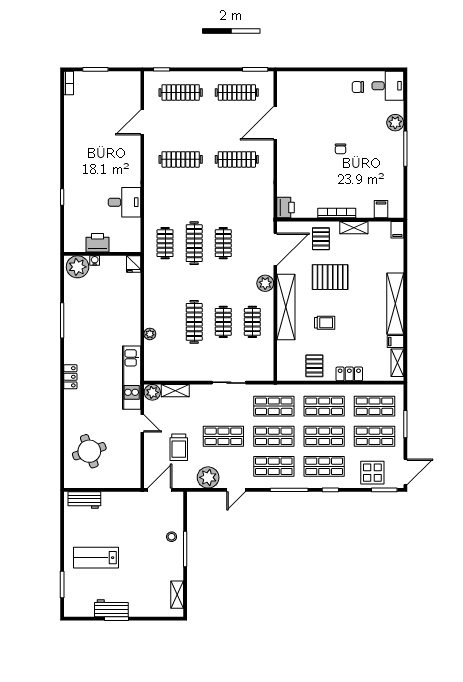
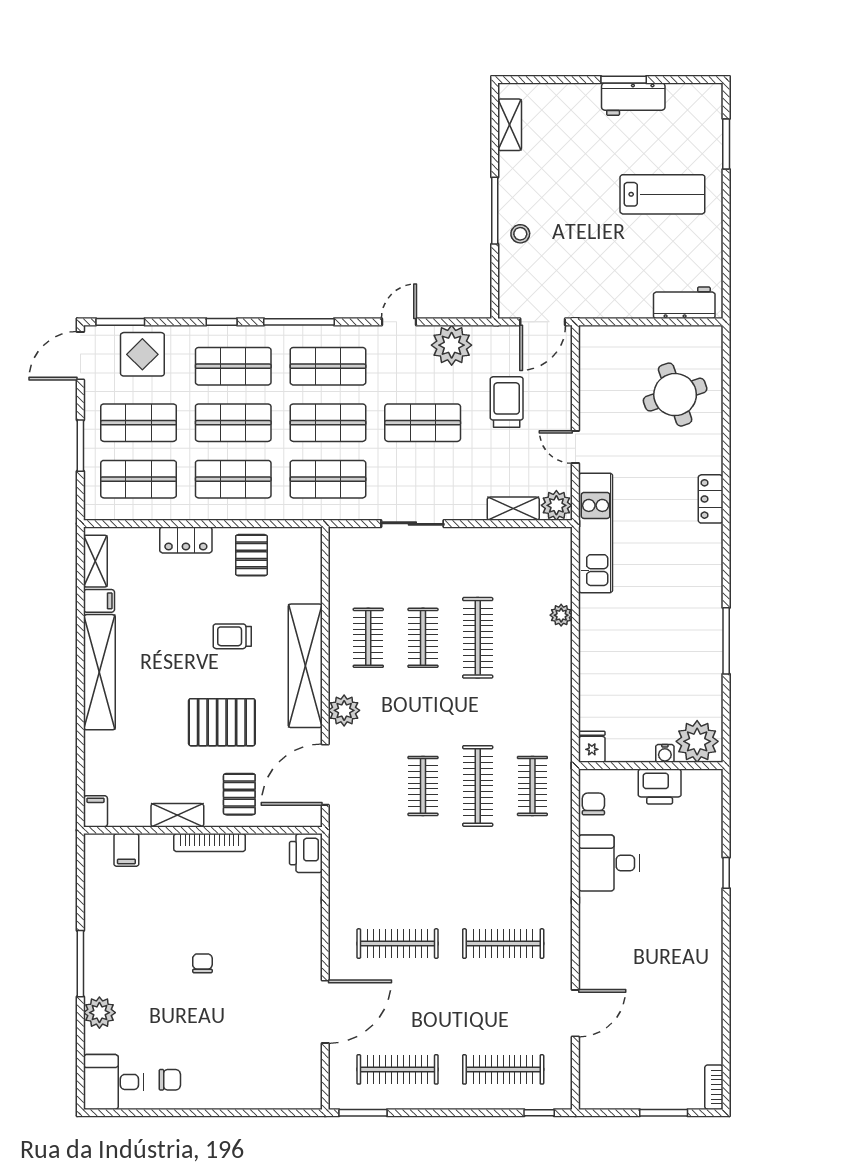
chair: (133, 234) -> (593, 804), added
locker: (70, 377) -> (711, 499), moved

